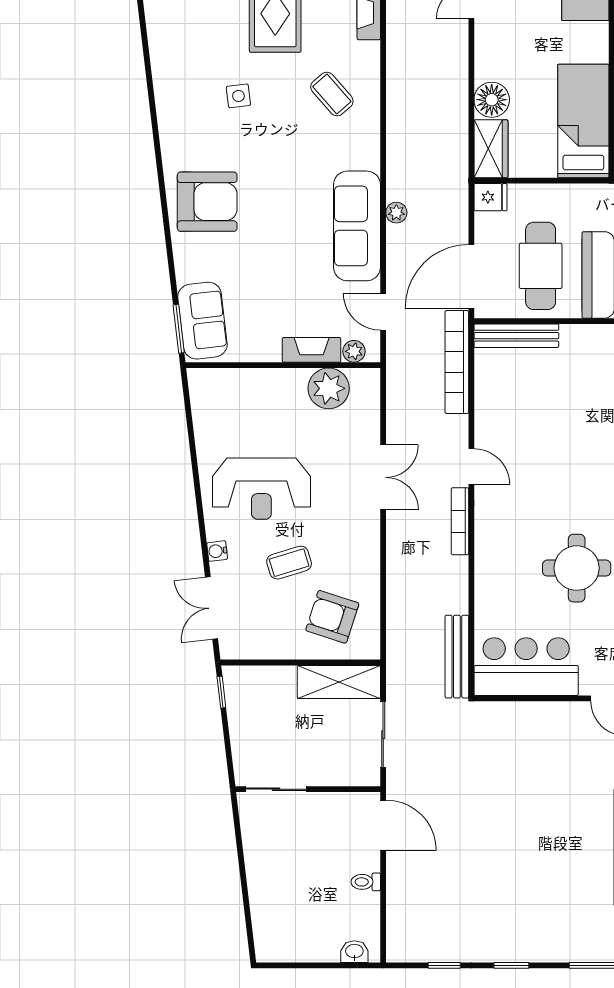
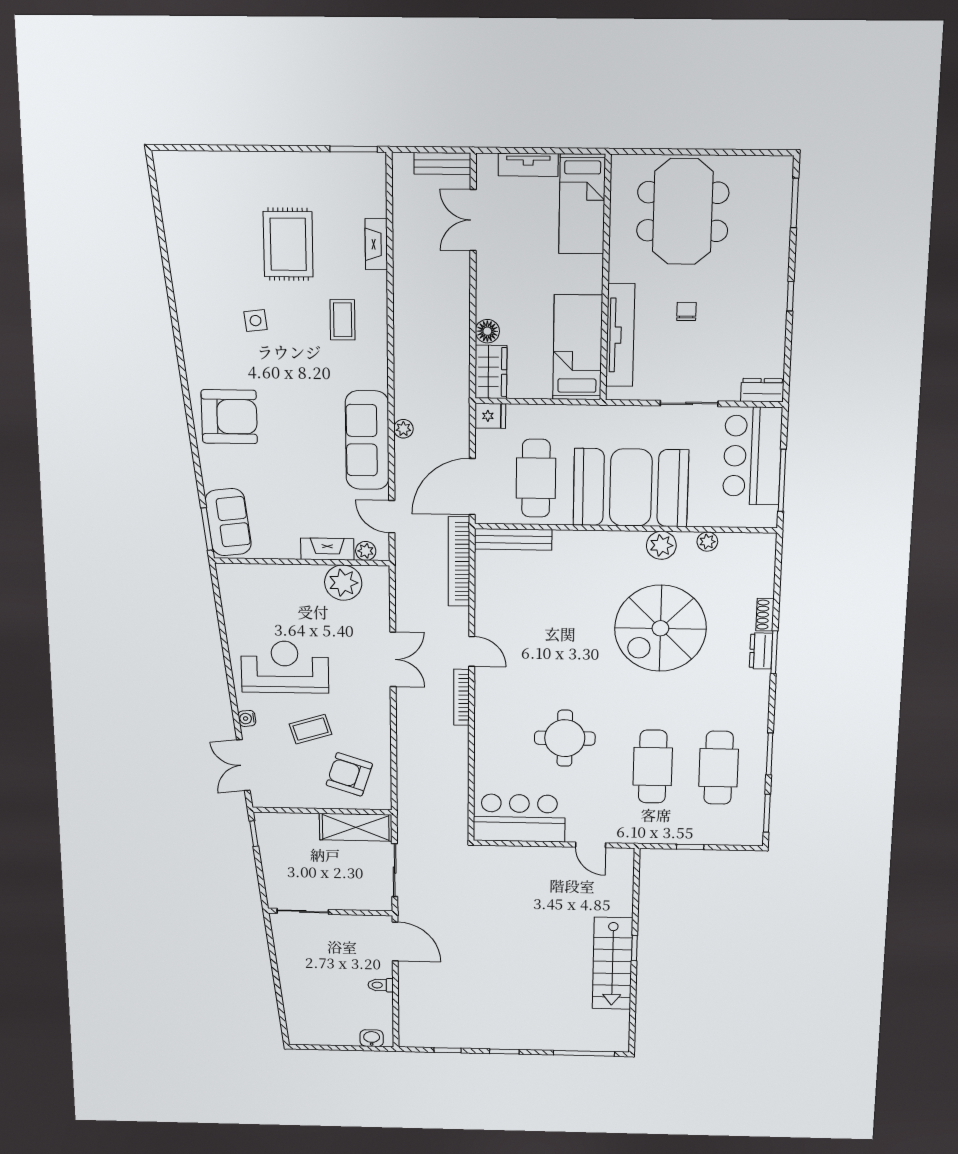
coffee table: (332, 94) -> (343, 320), turned 41
floor lamp: (492, 100) -> (487, 331), width x0.73, depth x0.73
reception desk: (261, 489) -> (285, 667), turned 180
bench: (457, 657) -> (459, 809), removed

